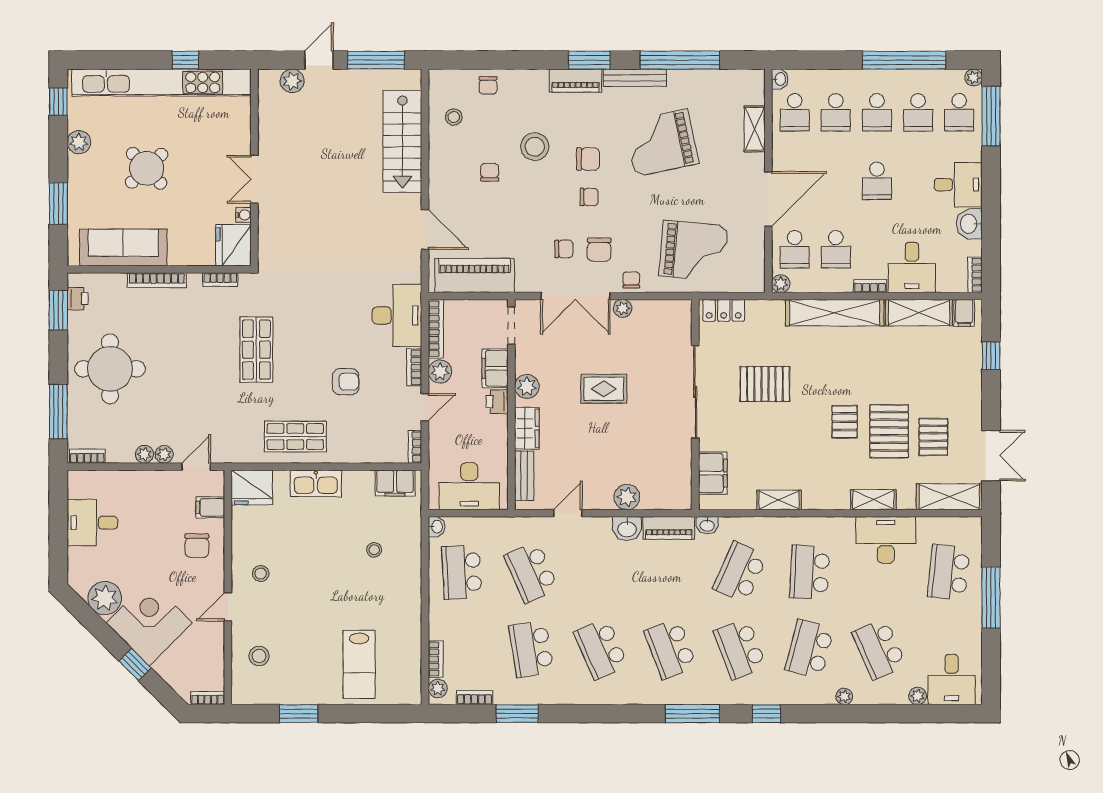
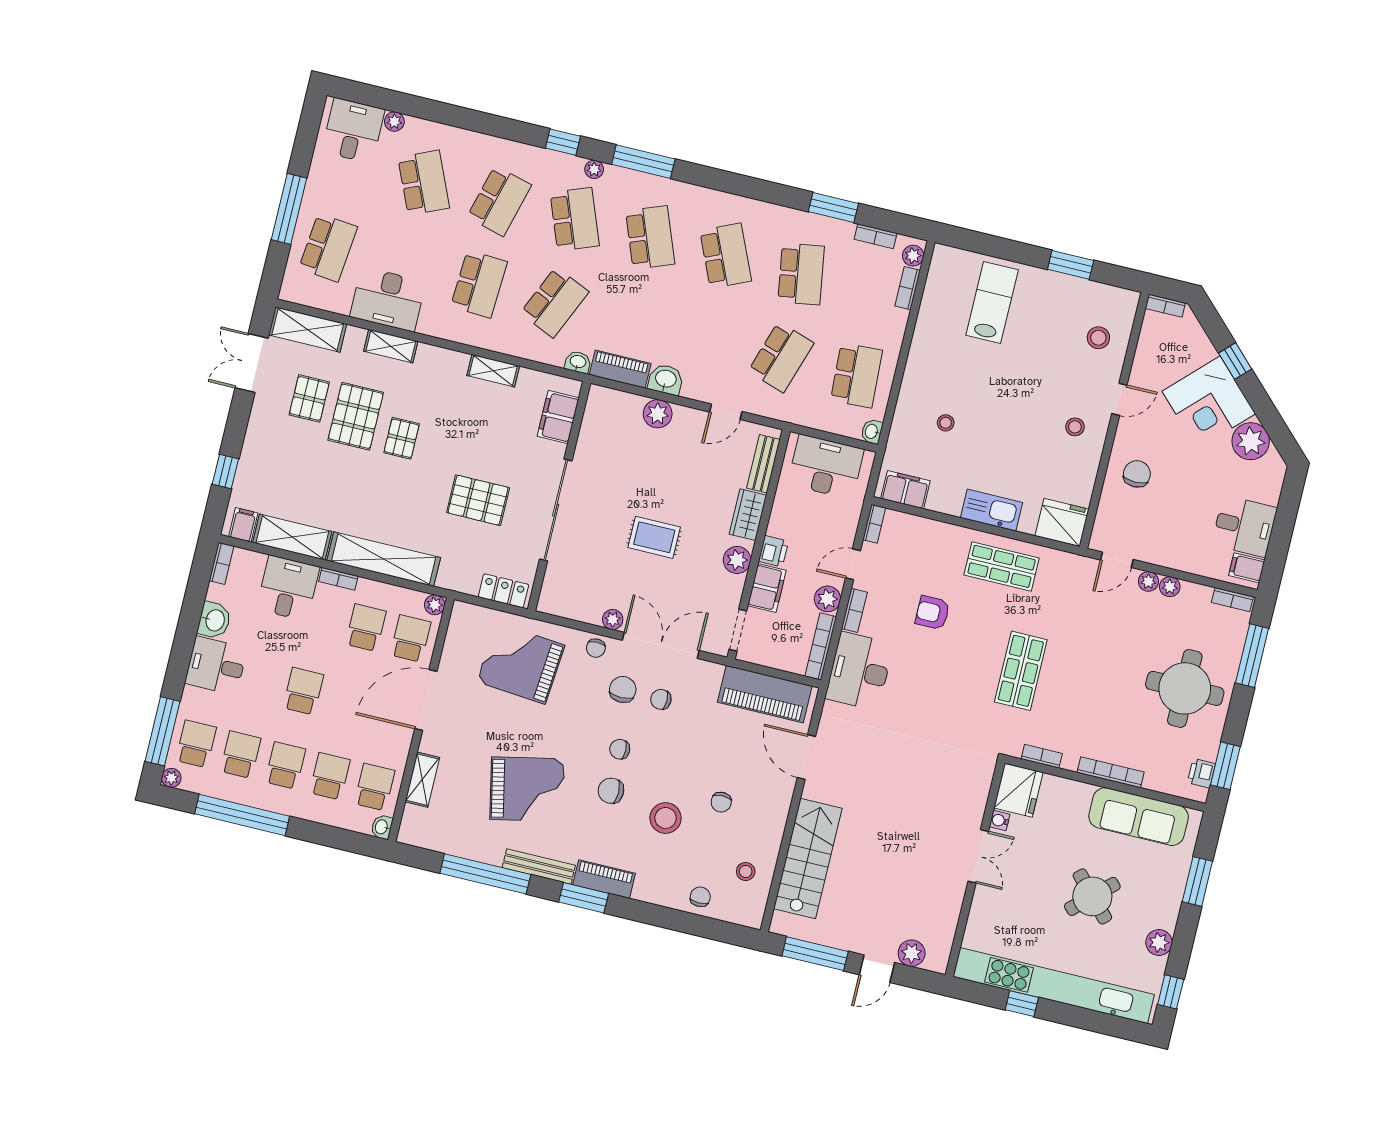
filing cabinet: (210, 507) -> (1247, 568), moved, turned 180
school desk: (531, 572) -> (781, 357), turned 42
plant: (844, 696) -> (594, 169), moved

